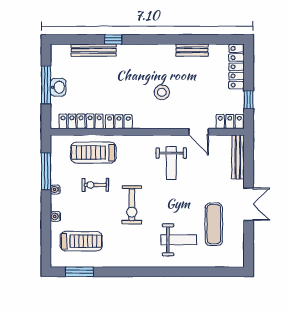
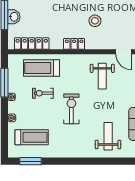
locker: (119, 122) -> (74, 44), moved
exercise bike: (132, 205) -> (71, 109), turned 180
weight bench: (179, 240) -> (108, 136), turned -90

